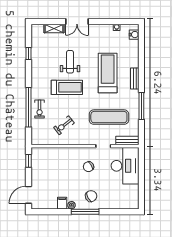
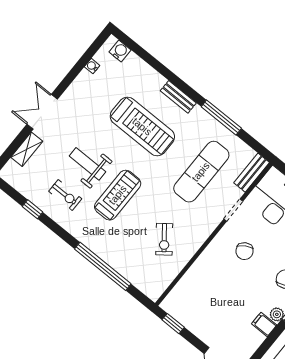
double door: (77, 21) -> (42, 112), swing flipped
treadmill: (108, 73) -> (142, 127), turned 180
exercise bike: (40, 109) -> (65, 195), moved

